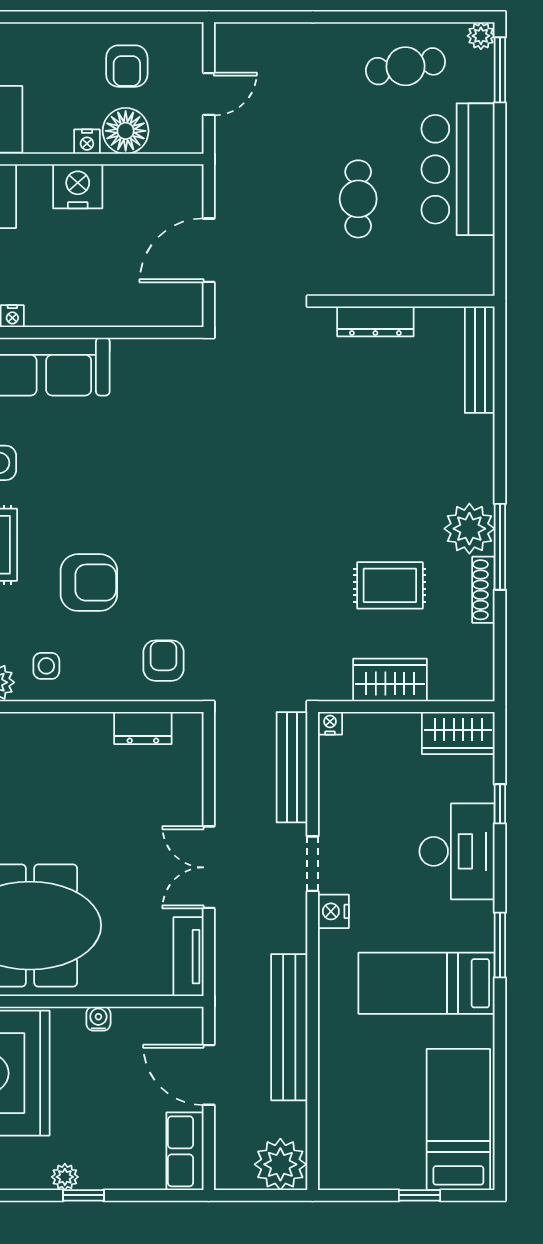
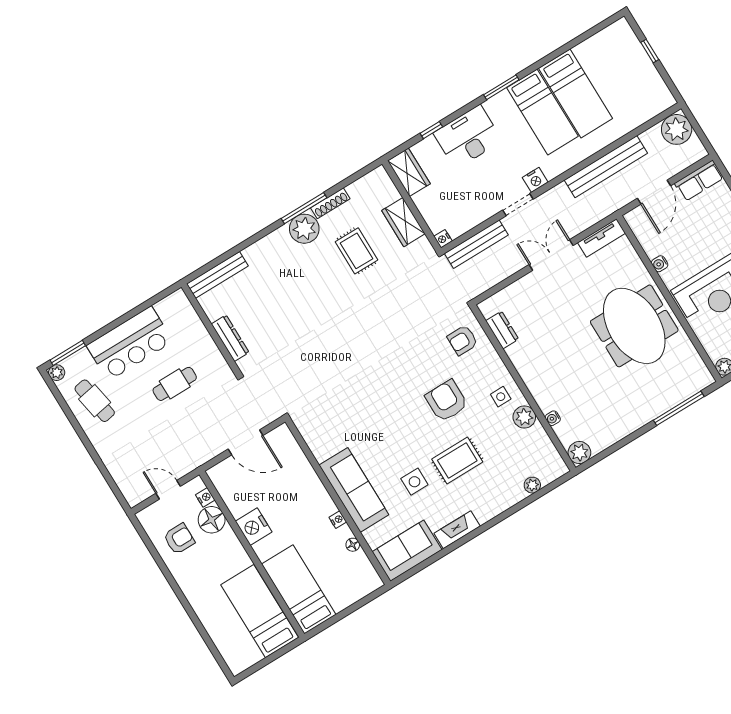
nightstand: (87, 142) -> (205, 497), moved
double door: (209, 867) -> (551, 255), swing flipped
bed: (458, 1120) -> (575, 93), moved, turned -90

